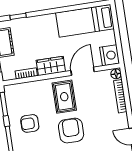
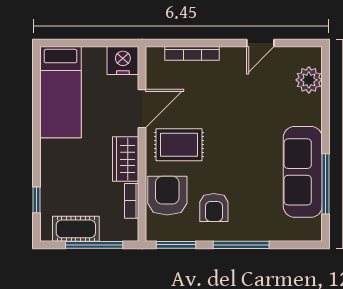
door: (83, 71) -> (142, 109), swing flipped
floor lamp: (116, 74) -> (155, 55), removed
armchair: (71, 131) -> (167, 196), moved, turned 90

